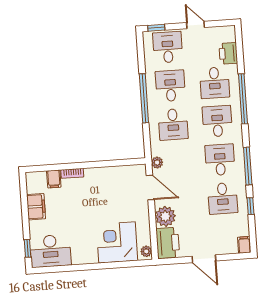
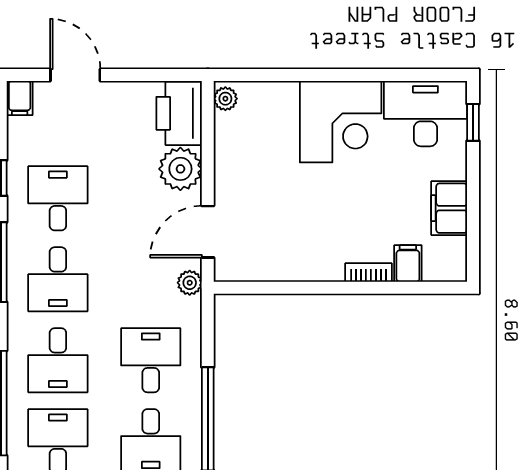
door: (150, 187) -> (208, 232), hinge flipped
corner desk: (117, 242) -> (341, 122), moved
door: (204, 259) -> (75, 75), moved

